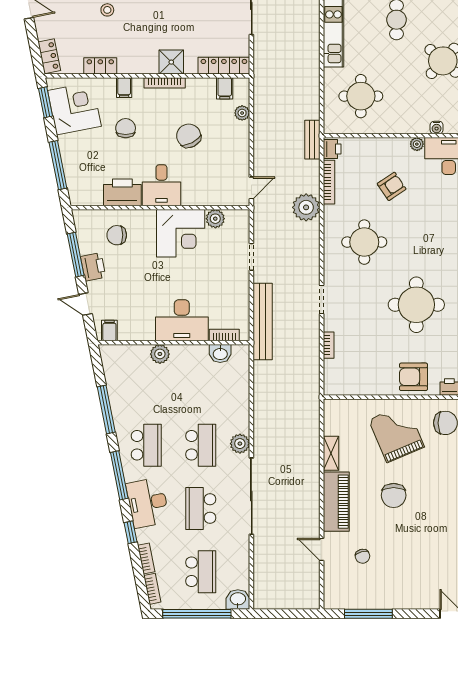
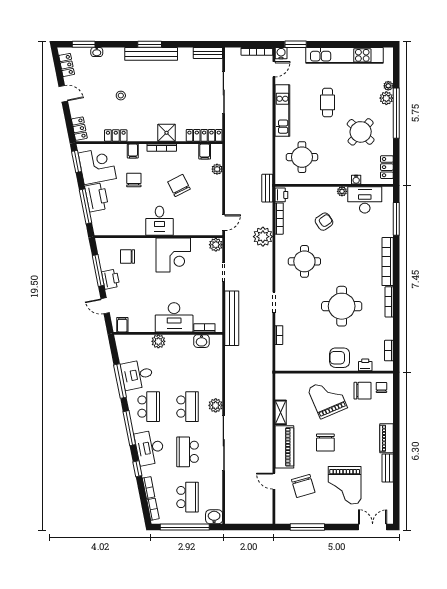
printer: (122, 192) -> (97, 197), moved, turned 79
plant: (215, 219) -> (216, 245), moved
desk: (130, 401) -> (137, 375), added
grand piano: (421, 555) -> (345, 485), added
chair: (363, 556) -> (303, 486), width x1.87, depth x1.87

